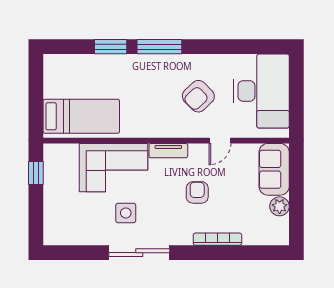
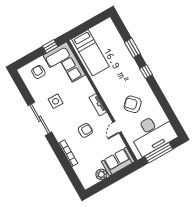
window: (159, 47) -> (146, 72), width x0.46
window: (296, 98) -> (159, 153), added
door: (220, 141) -> (117, 127), hinge flipped
corner sofa: (114, 168) -> (64, 65), moved
armchair: (65, 214) -> (38, 72), added

